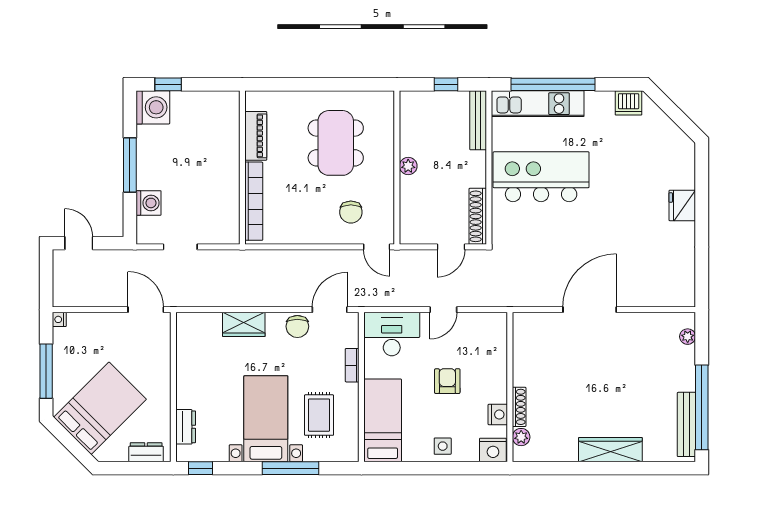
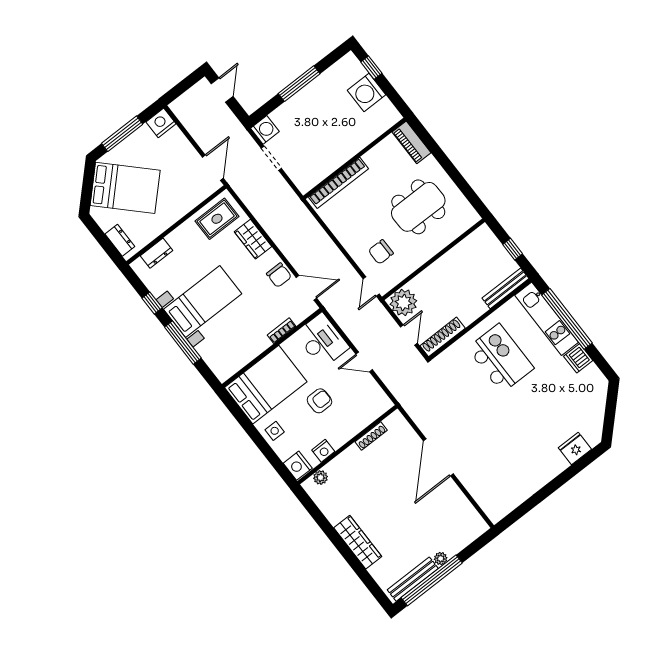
dishwasher: (629, 103) -> (578, 358), moved
washing machine: (153, 107) -> (367, 92), moved, turned 90
piano: (256, 136) -> (412, 142), moved, turned 90
plant: (408, 166) -> (403, 302), moved, width x1.87, depth x1.87
kitchen island: (541, 177) -> (501, 358), width x0.73
washing machine: (148, 203) -> (265, 130), moved, turned -90
fridge: (682, 205) -> (575, 448), moved
door: (451, 247) -> (409, 335), swing flipped
door: (590, 310) -> (438, 457), swing flipped
nightstand: (59, 319) -> (161, 123), width x1.89, depth x1.79
chair: (297, 326) -> (279, 275), turned -90
plant: (688, 337) -> (441, 559), moved
shoe rack: (519, 407) -> (371, 436), moved
rug: (319, 415) -> (217, 219), moved
bed: (383, 420) -> (266, 385), width x1.50
window: (200, 468) -> (152, 303), moved

